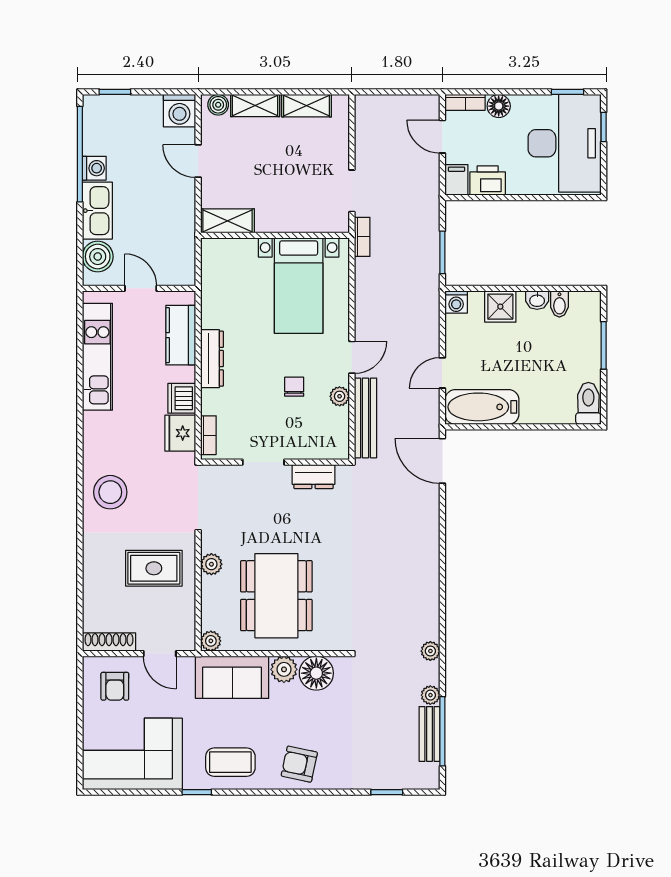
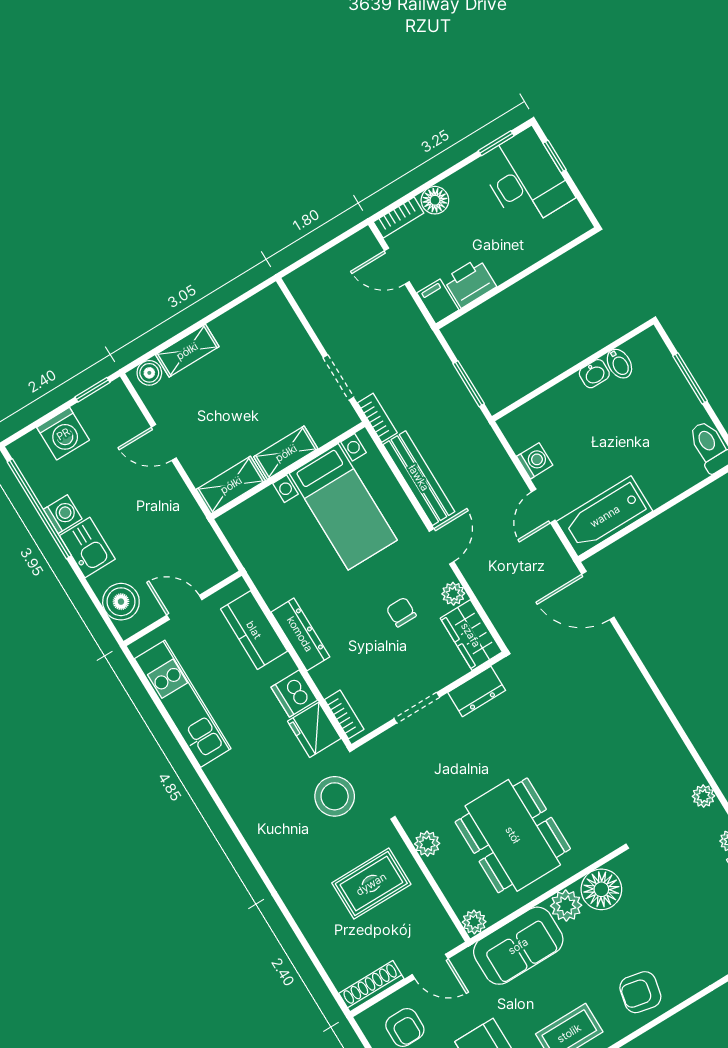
window: (115, 92) -> (92, 390), moved
shelving: (307, 106) -> (286, 453), moved
washing machine: (179, 111) -> (63, 434), moved
desk: (565, 143) -> (525, 179), width x0.73, depth x0.77
kitchen sink: (97, 211) -> (87, 547), width x0.73
washing machine: (456, 302) -> (535, 461), moved, turned -90
shower: (500, 307) -> (561, 403), removed
bench: (365, 418) -> (419, 478), moved
wardrobe: (334, 434) -> (471, 635), added
stool: (110, 492) -> (335, 796), moved

